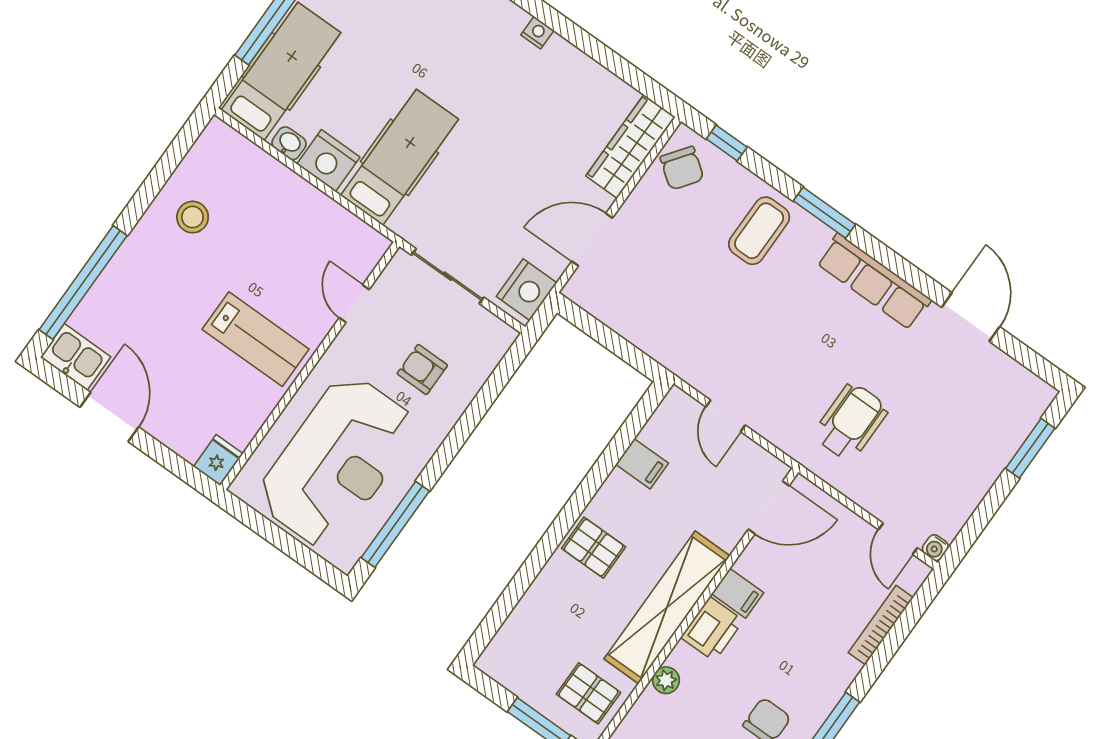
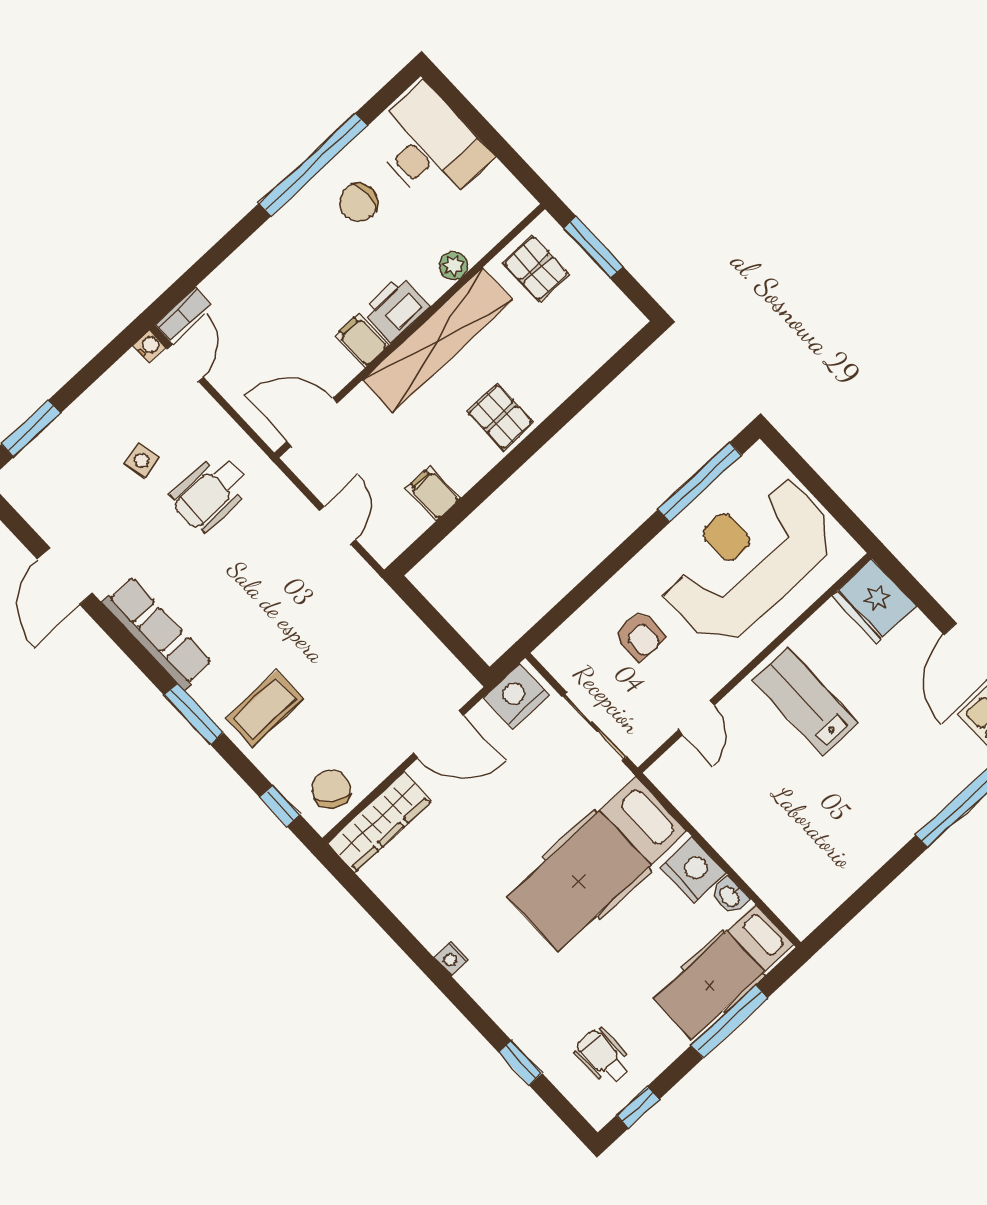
hospital bed: (399, 157) -> (597, 864), width x1.37, depth x1.29
stool: (193, 217) -> (845, 840), removed
side table: (921, 440) -> (142, 460), added
fridge: (218, 460) -> (874, 601), width x1.88, depth x1.34
bookcase: (881, 625) -> (183, 314), moved, width x0.64

